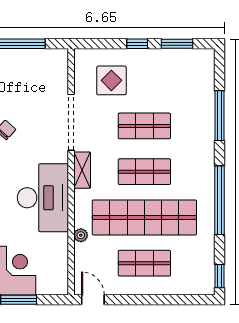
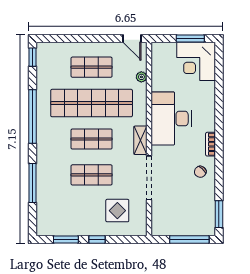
plant: (81, 235) -> (141, 77), moved

